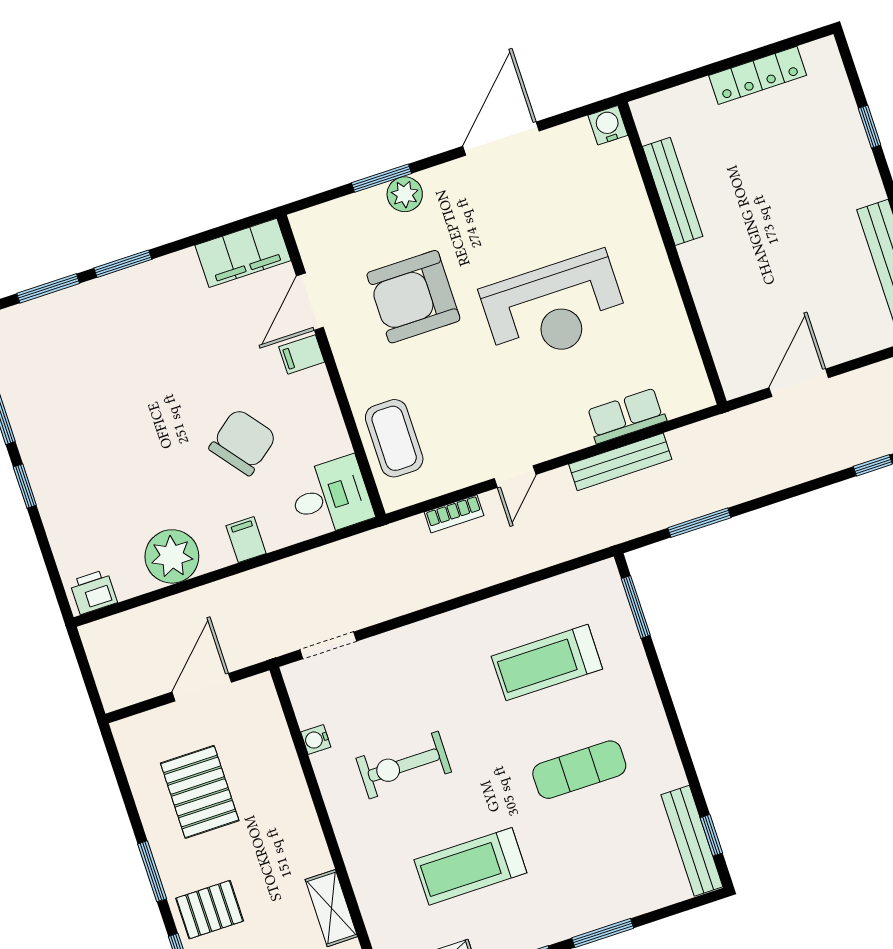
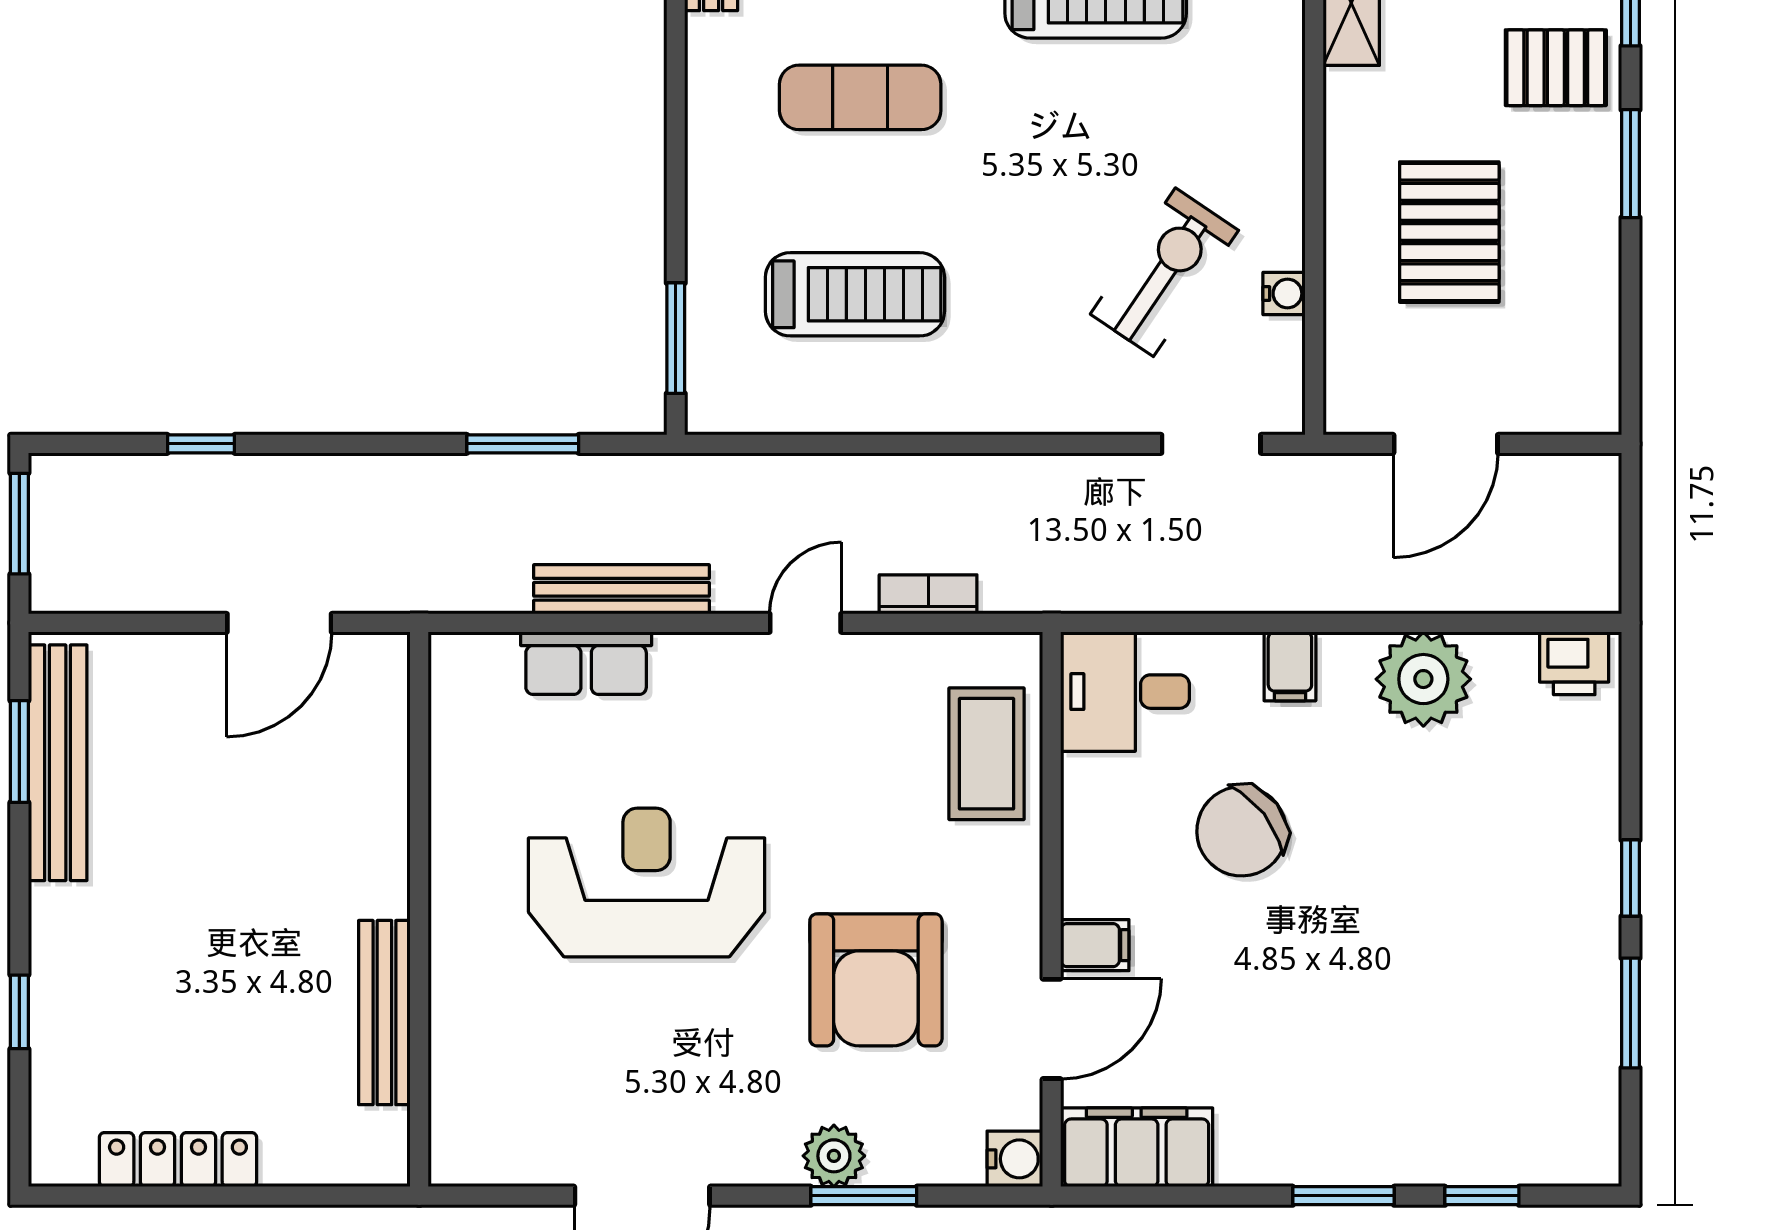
water cooler: (608, 125) -> (1015, 1159), moved, turned -90
window: (48, 288) -> (1482, 1196), width x0.67
armchair: (413, 297) -> (876, 980), turned 90
exercise bike: (404, 765) -> (1164, 272), moved, turned -56
pallet: (200, 792) -> (1449, 232), moved

